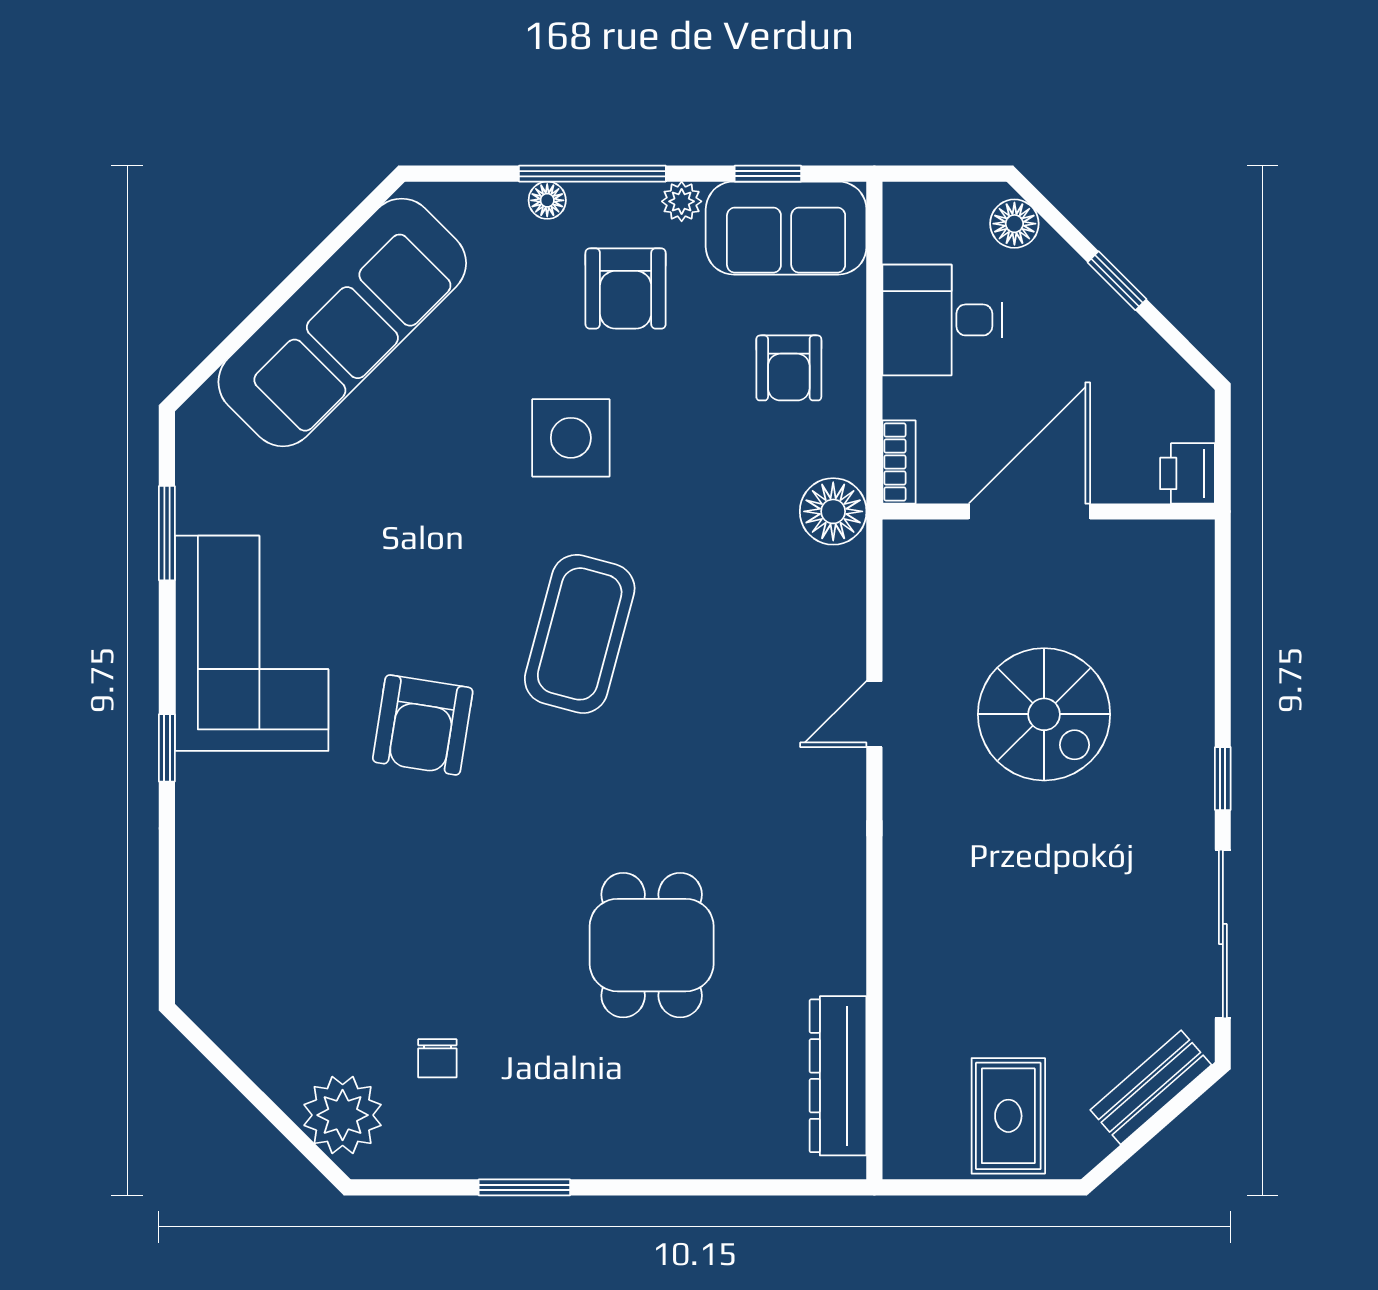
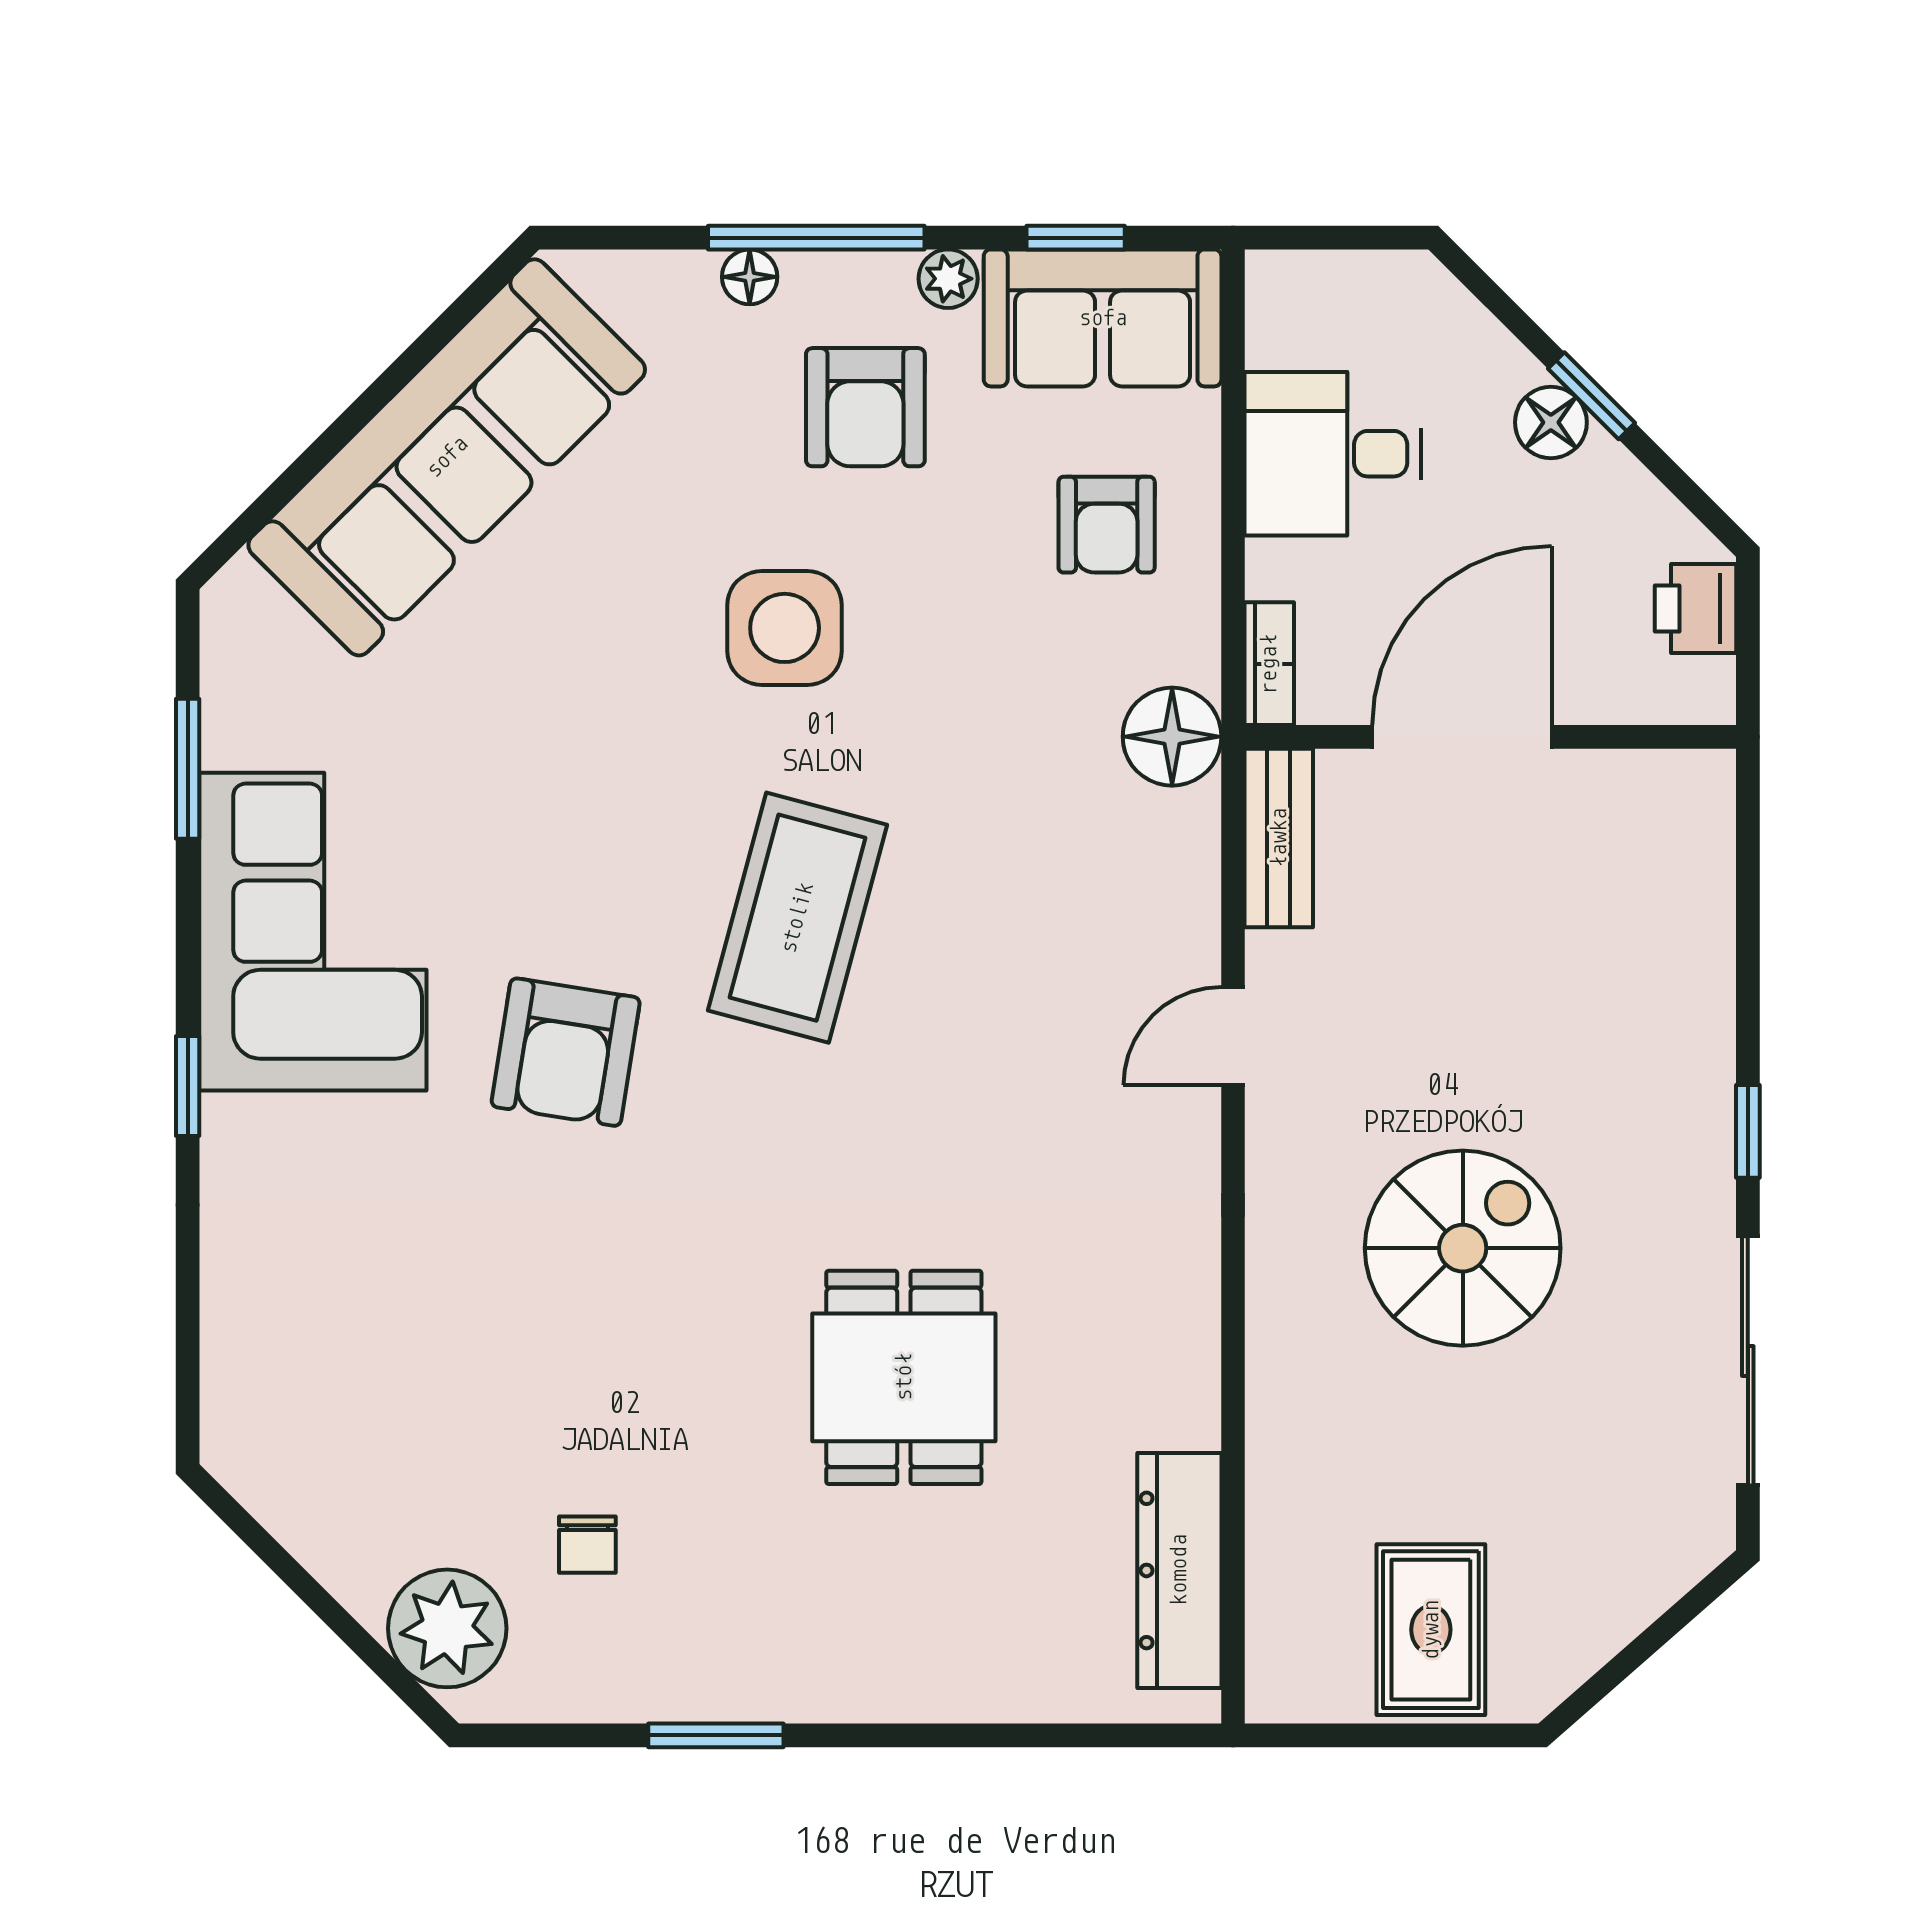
floor lamp: (1014, 224) -> (1551, 422), moved
printer: (1187, 473) -> (1696, 609), moved
spiral stairs: (1044, 714) -> (1463, 1248), moved, turned -90
bench: (1151, 1087) -> (1279, 838), moved, turned -49

